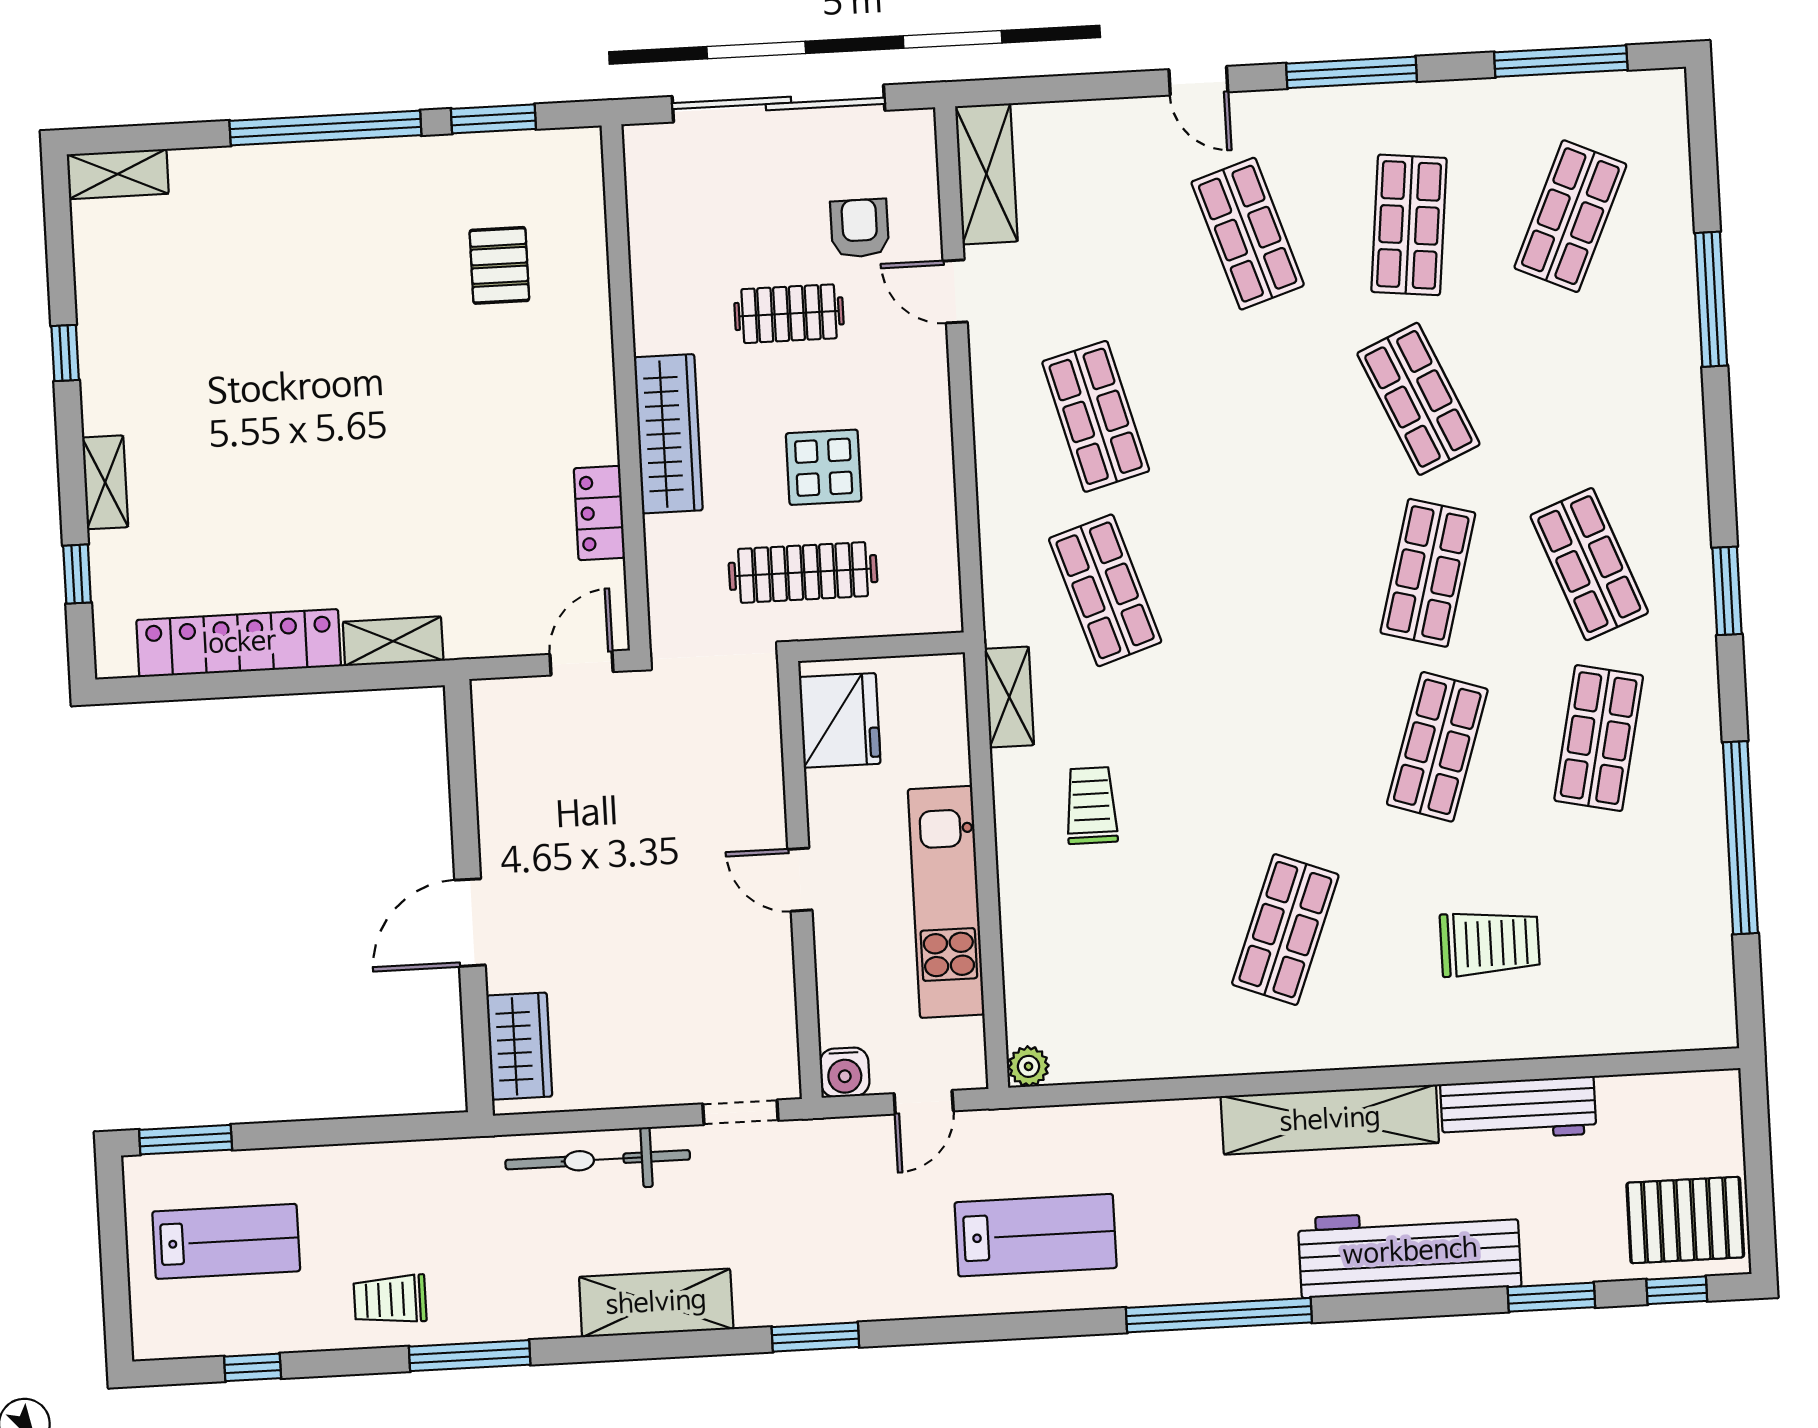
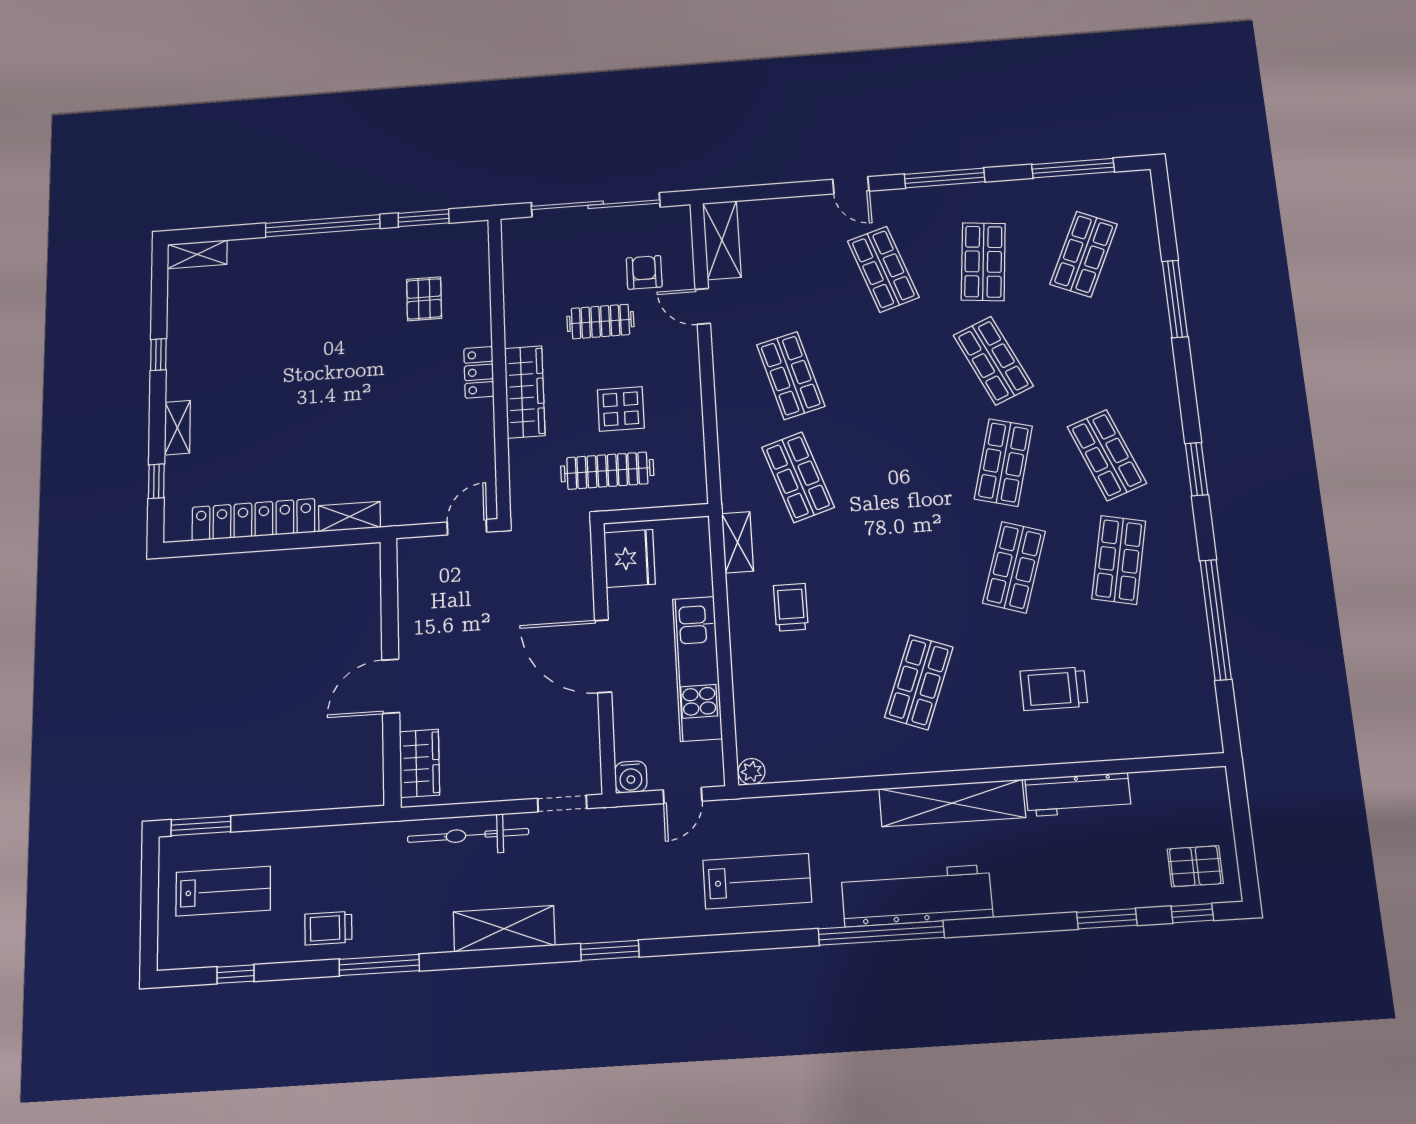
locker: (599, 513) -> (479, 372), moved
door: (800, 880) -> (603, 656), width x1.88
trolley: (1490, 943) -> (1054, 689), turned 180
pallet: (1685, 1220) -> (1195, 866), width x0.67, depth x0.71
workbench: (1410, 1252) -> (917, 896), moved

